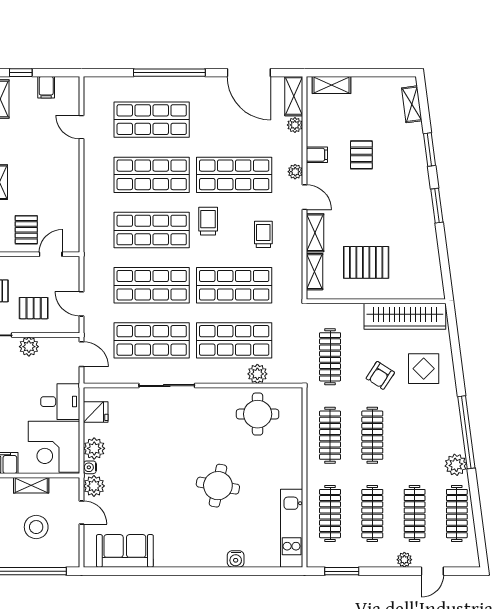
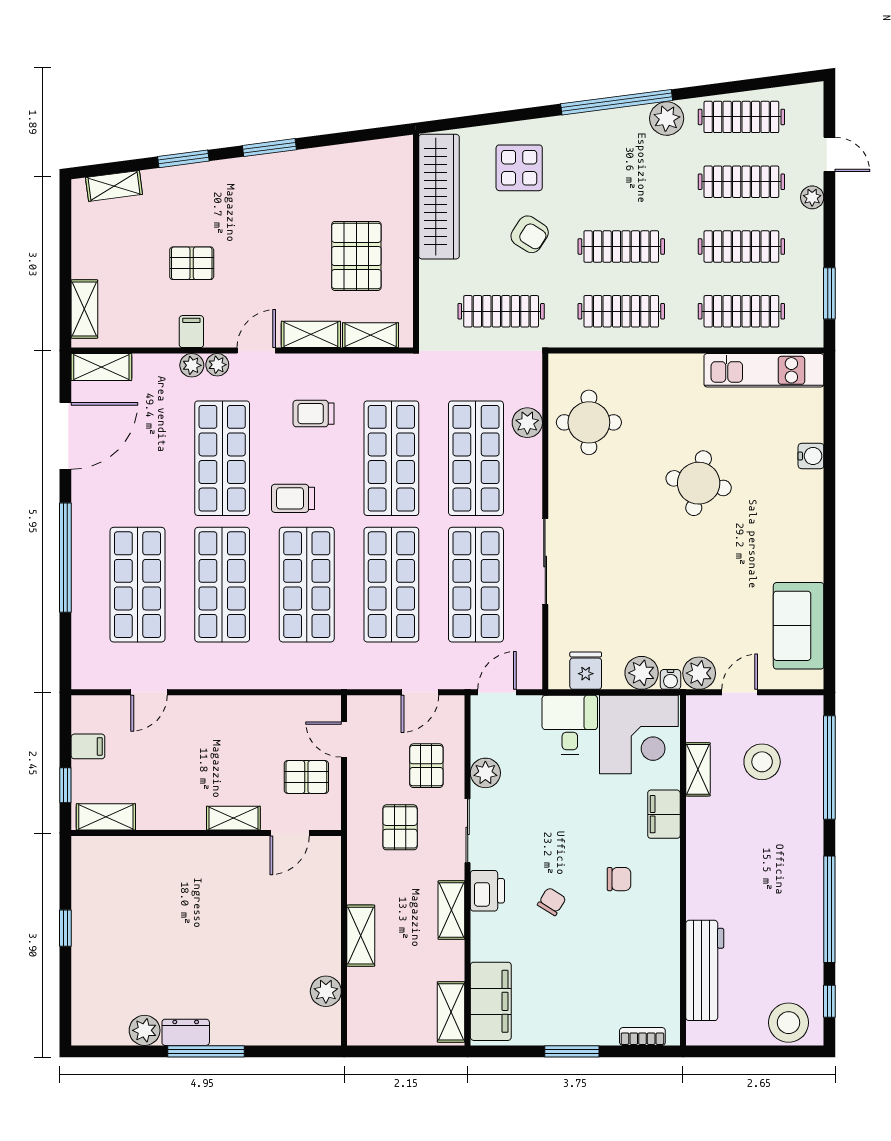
plant: (295, 125) -> (192, 365), moved

